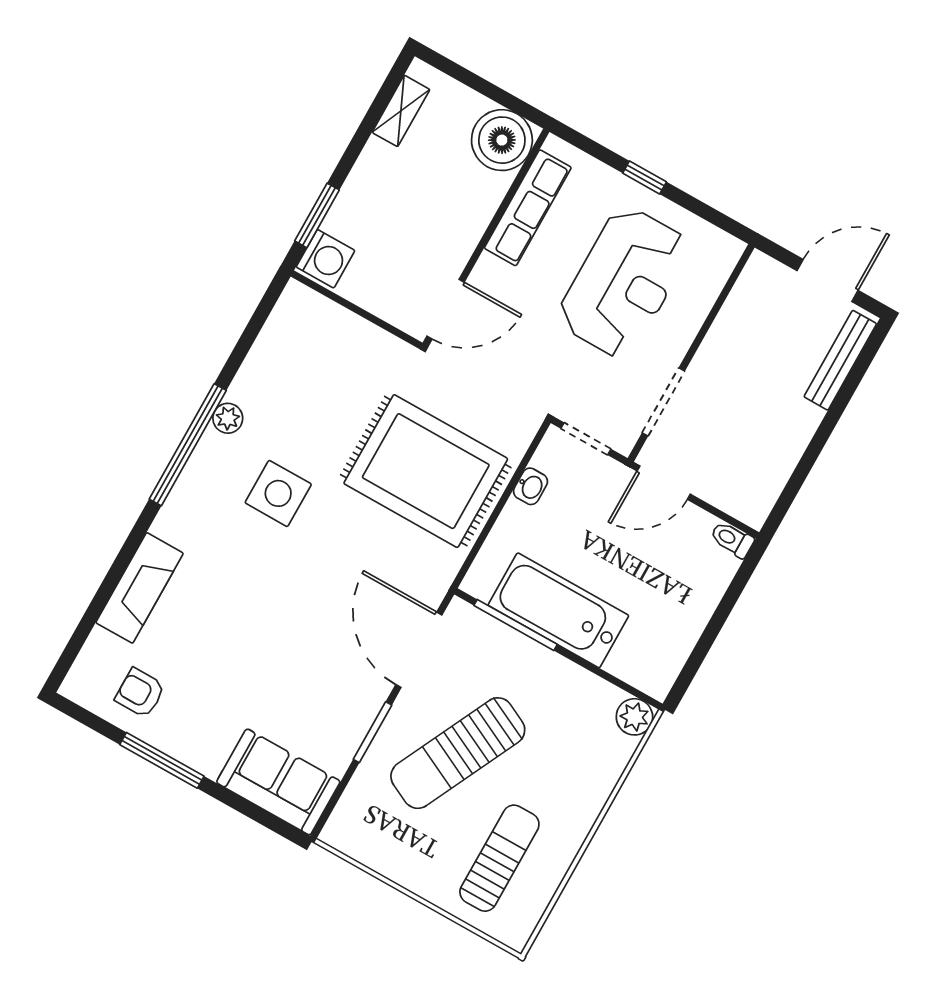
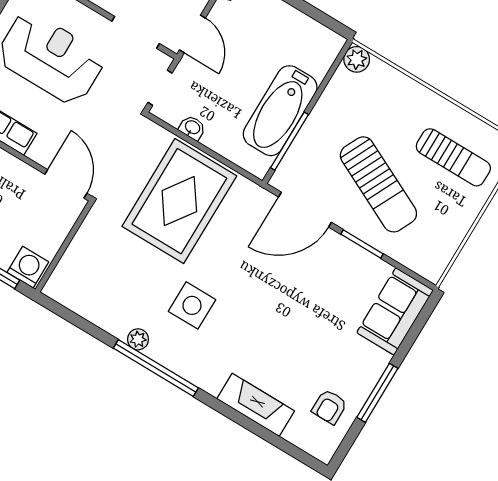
sun lounger: (499, 858) -> (453, 157), turned 180

